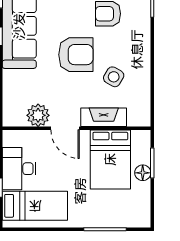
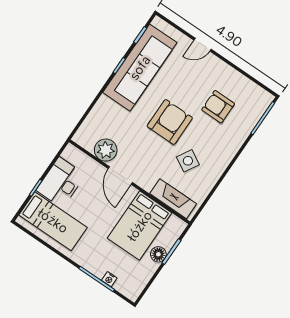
armchair: (76, 55) -> (170, 122), turned -90
fireplace: (104, 117) -> (173, 199), moved
nightstand: (116, 222) -> (109, 279), added

